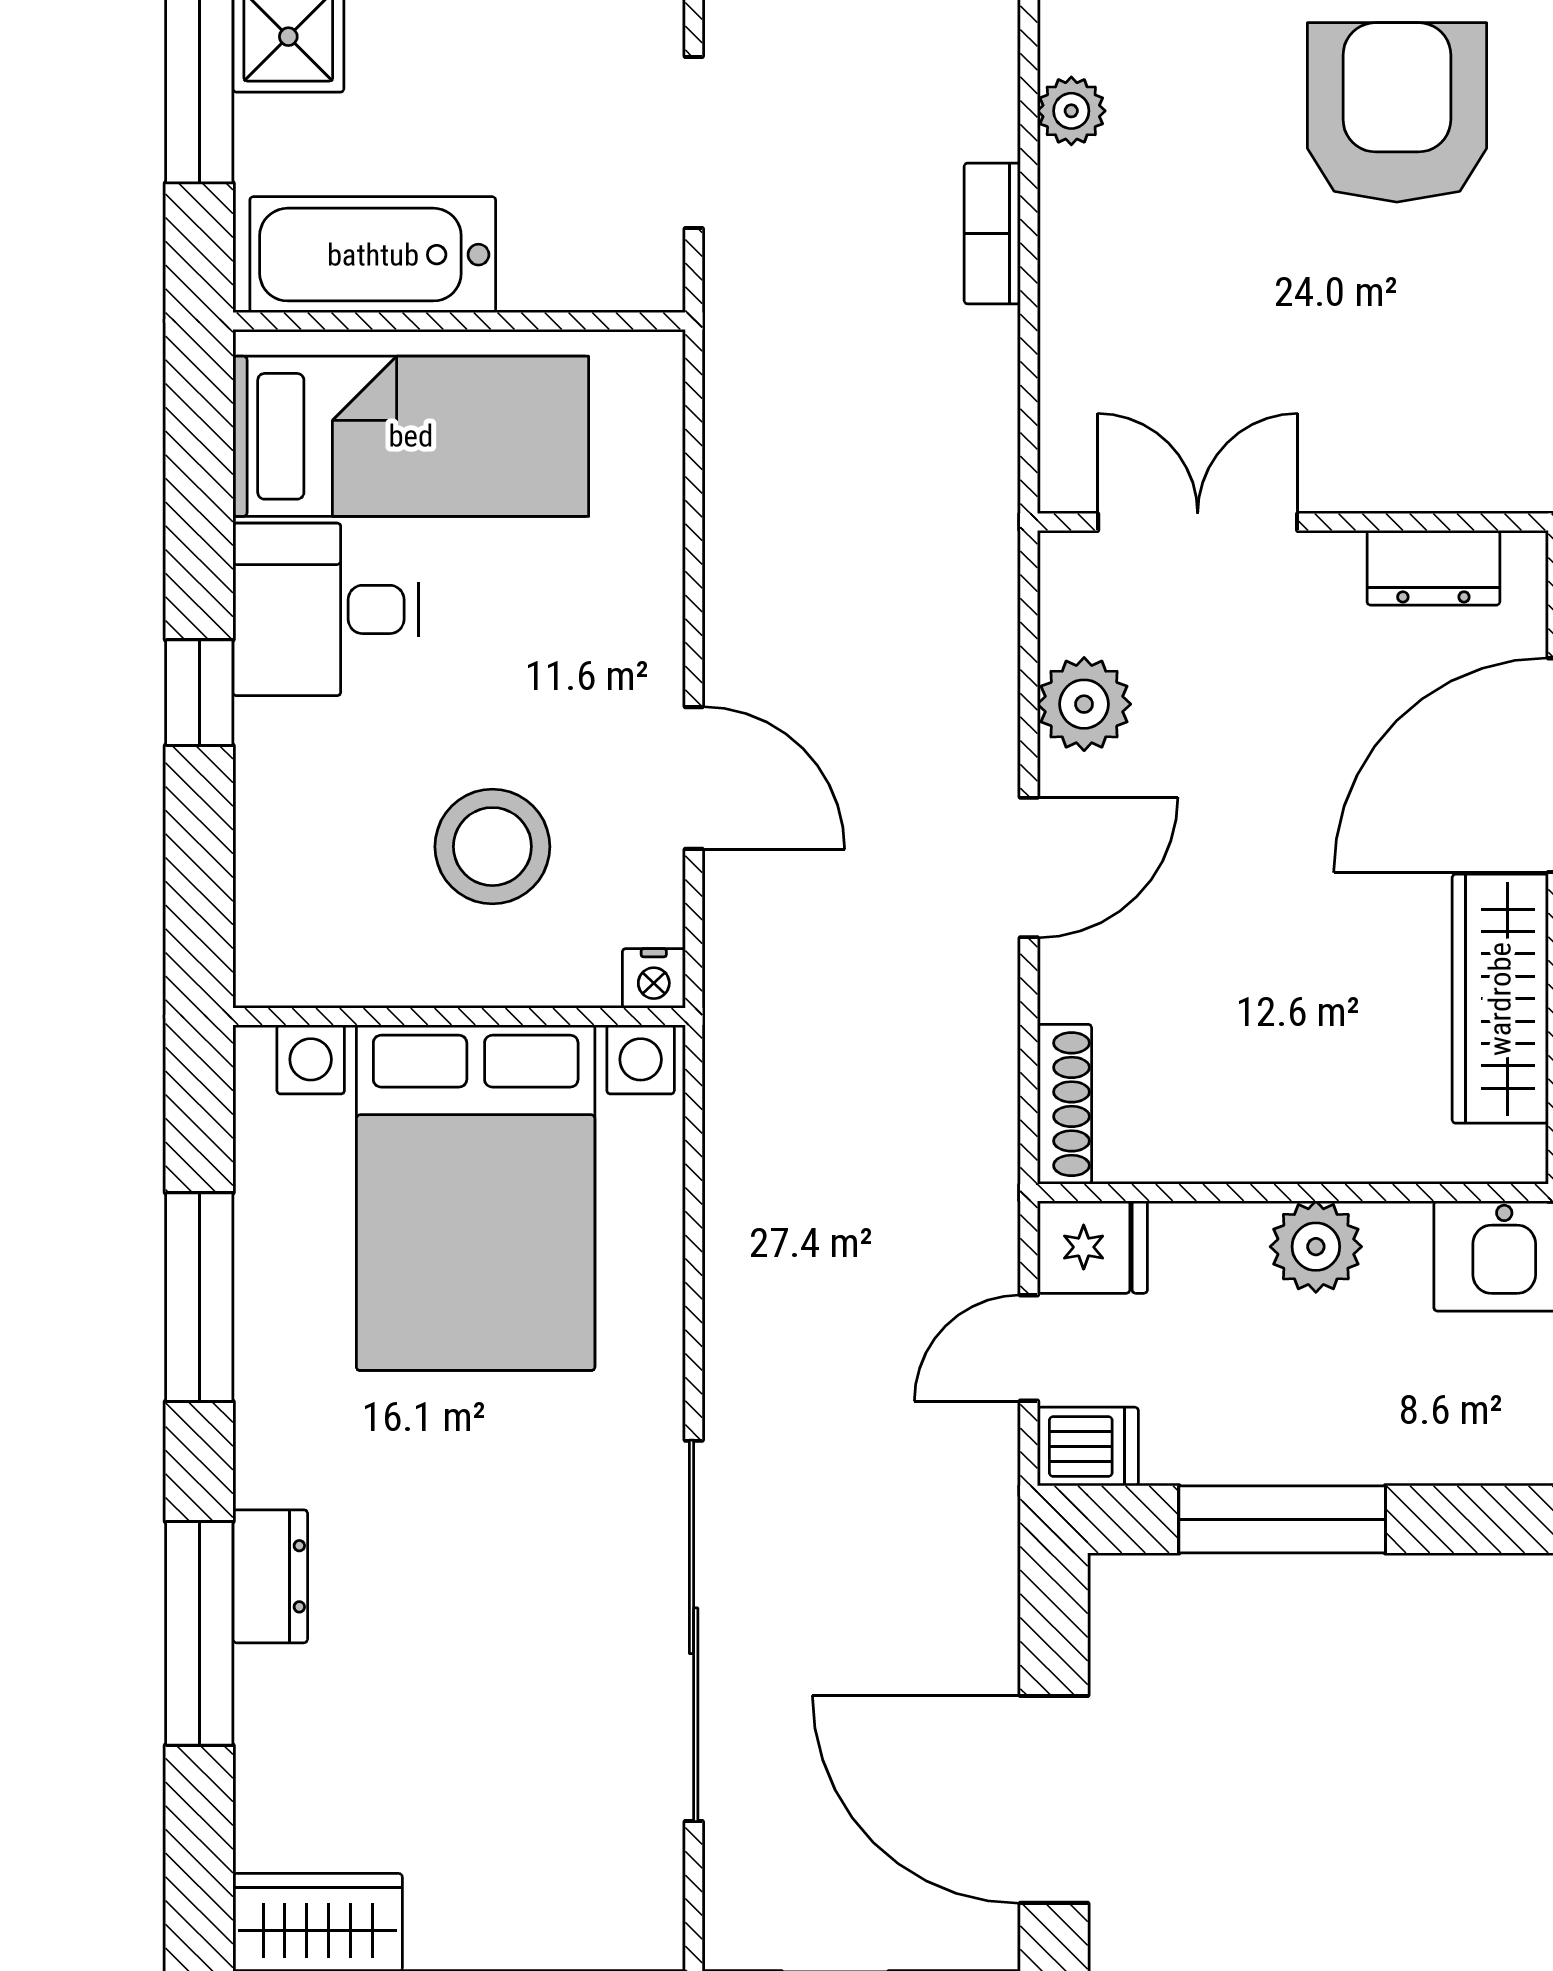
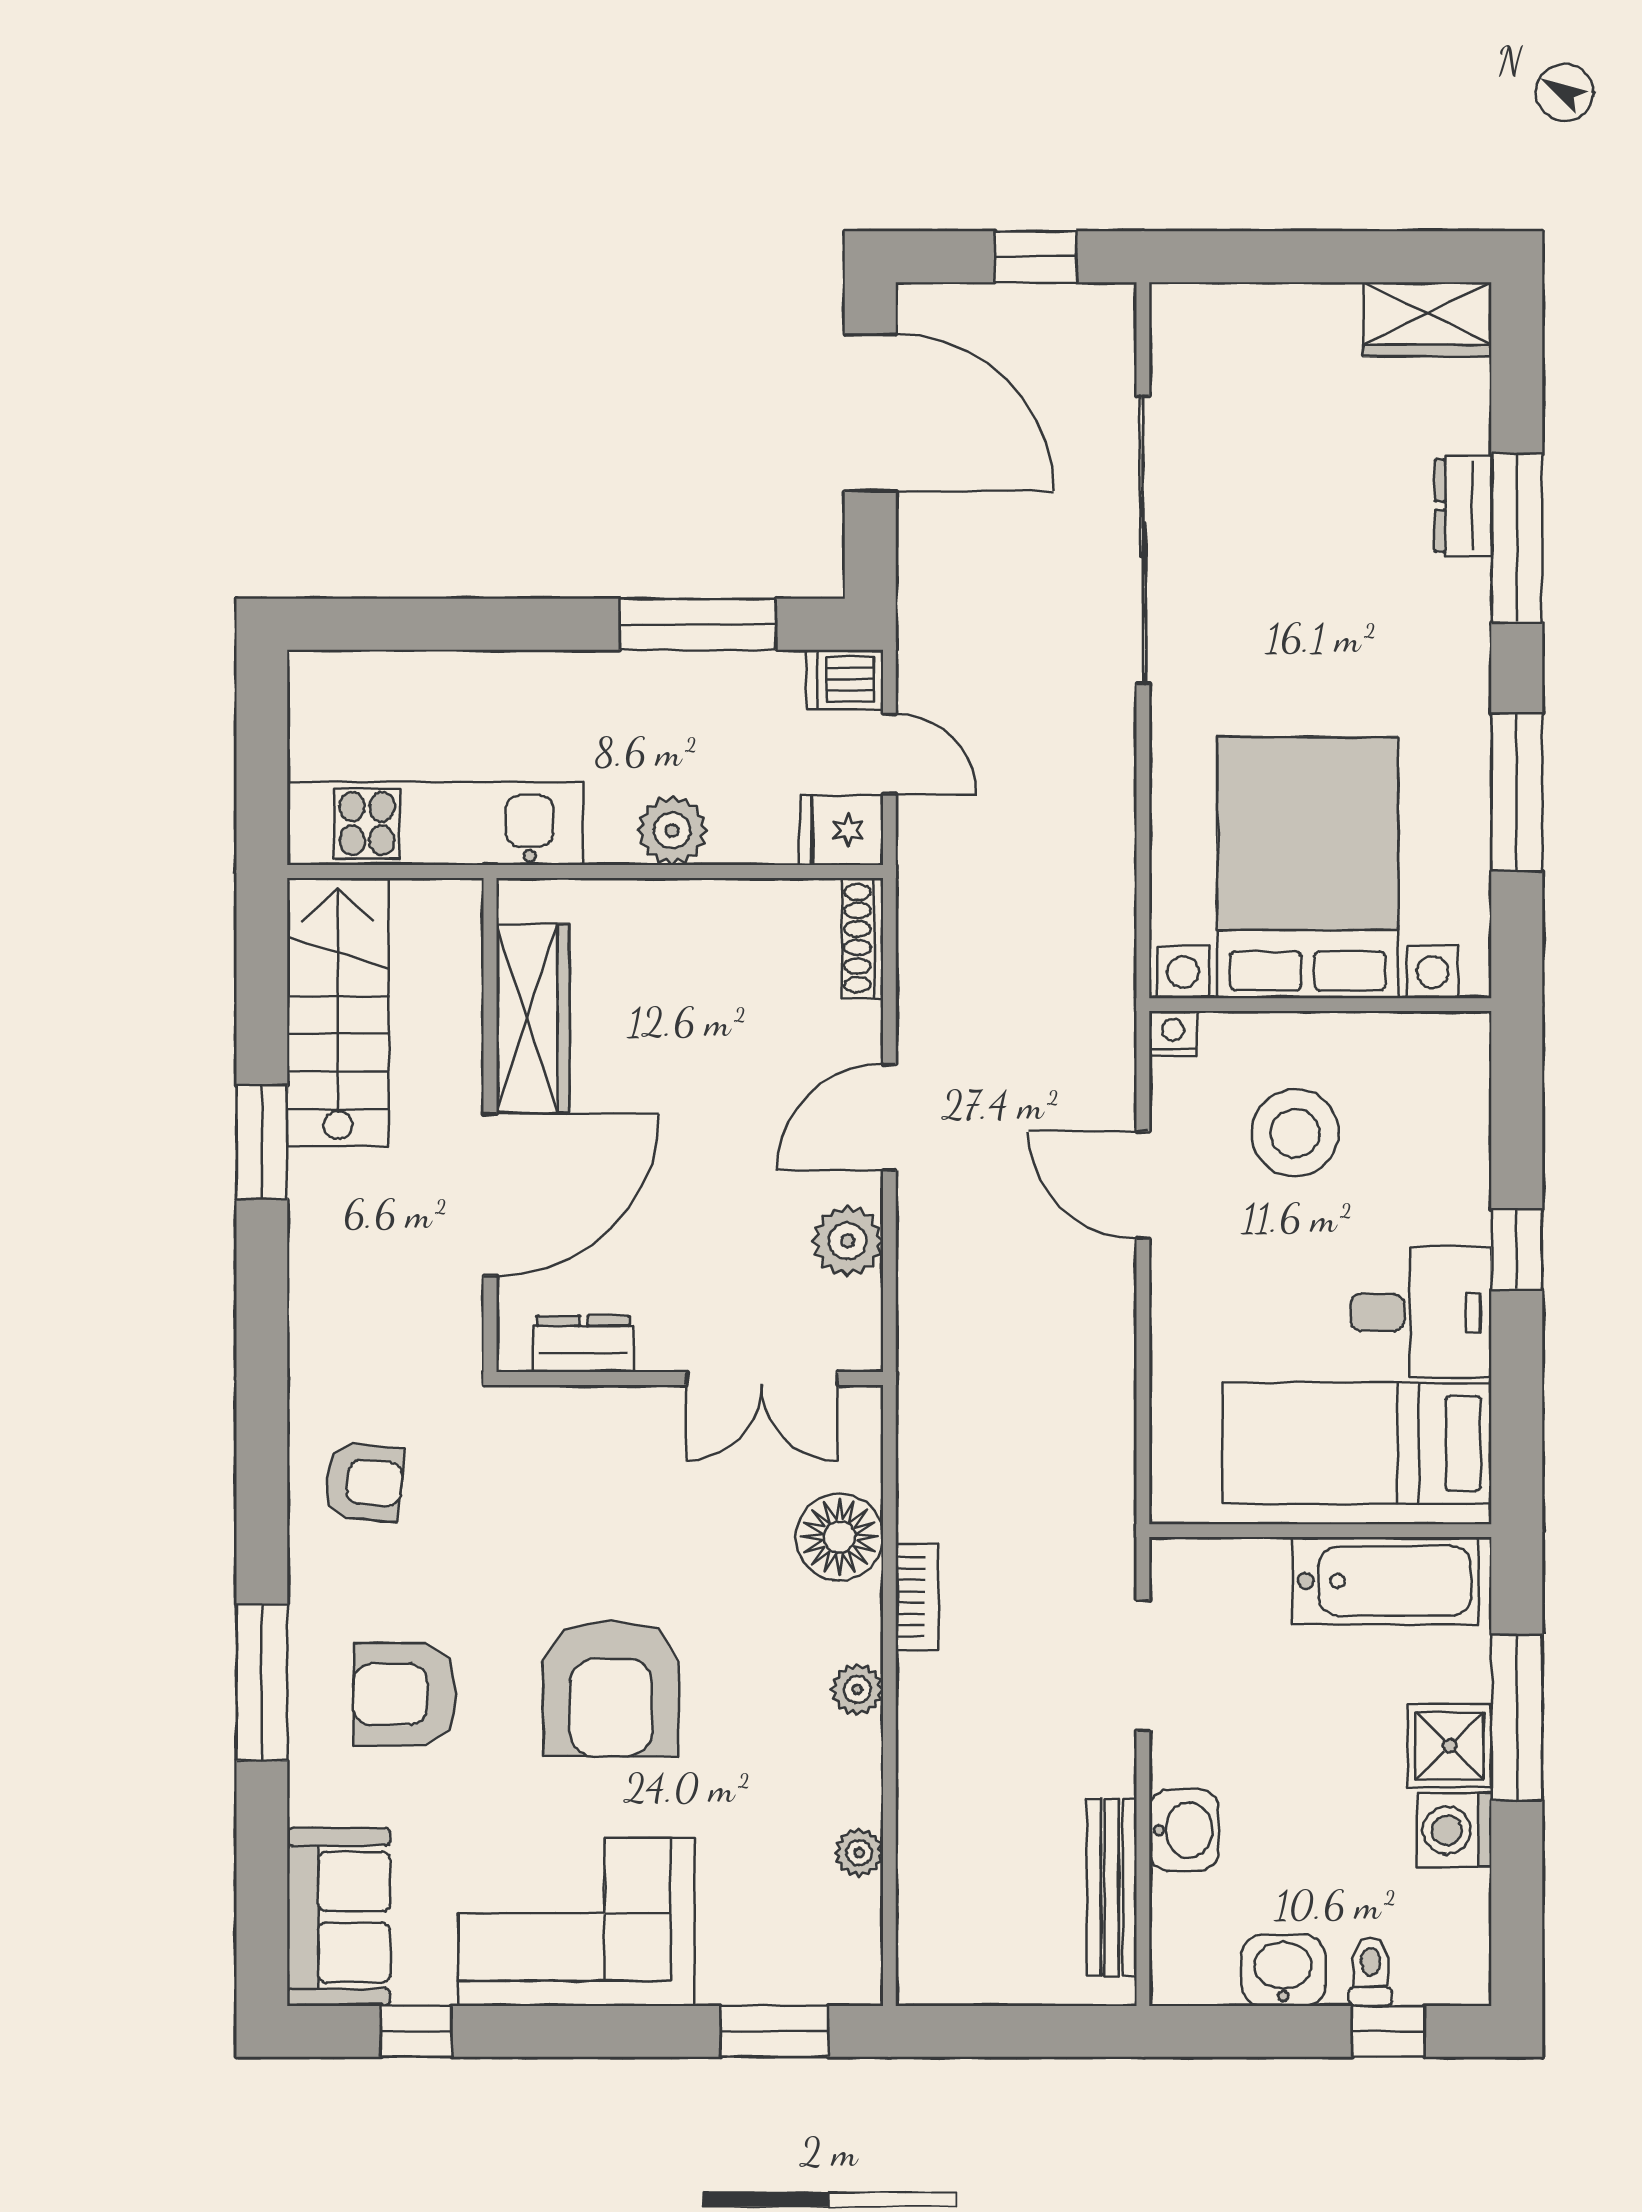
floor lamp: (1095, 312) -> (839, 1537), added
door: (1029, 1348) -> (889, 754), hinge flipped
dresser: (270, 1576) -> (1463, 506), moved

